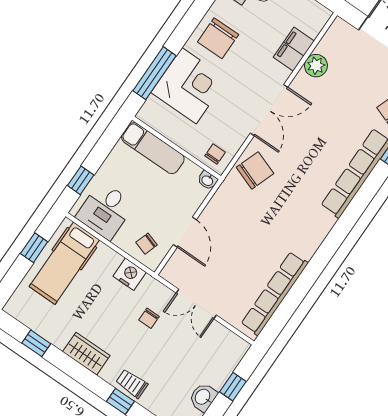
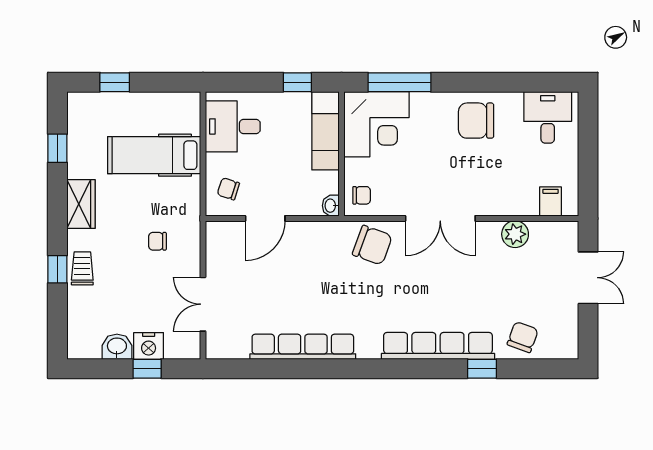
filing cabinet: (294, 49) -> (551, 202), moved, width x0.50
corner desk: (189, 86) -> (376, 124), moved
window: (81, 180) -> (297, 82), moved
window: (34, 248) -> (115, 82), moved
hospital bed: (64, 263) -> (154, 155), moved
nightstand: (130, 274) -> (149, 346), moved, turned 90
row of seats: (275, 294) -> (303, 347), moved
double door: (196, 304) -> (203, 304), moved

